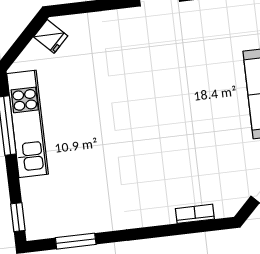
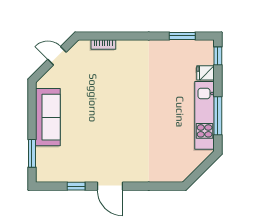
fridge: (51, 36) -> (206, 73), moved, turned -45

